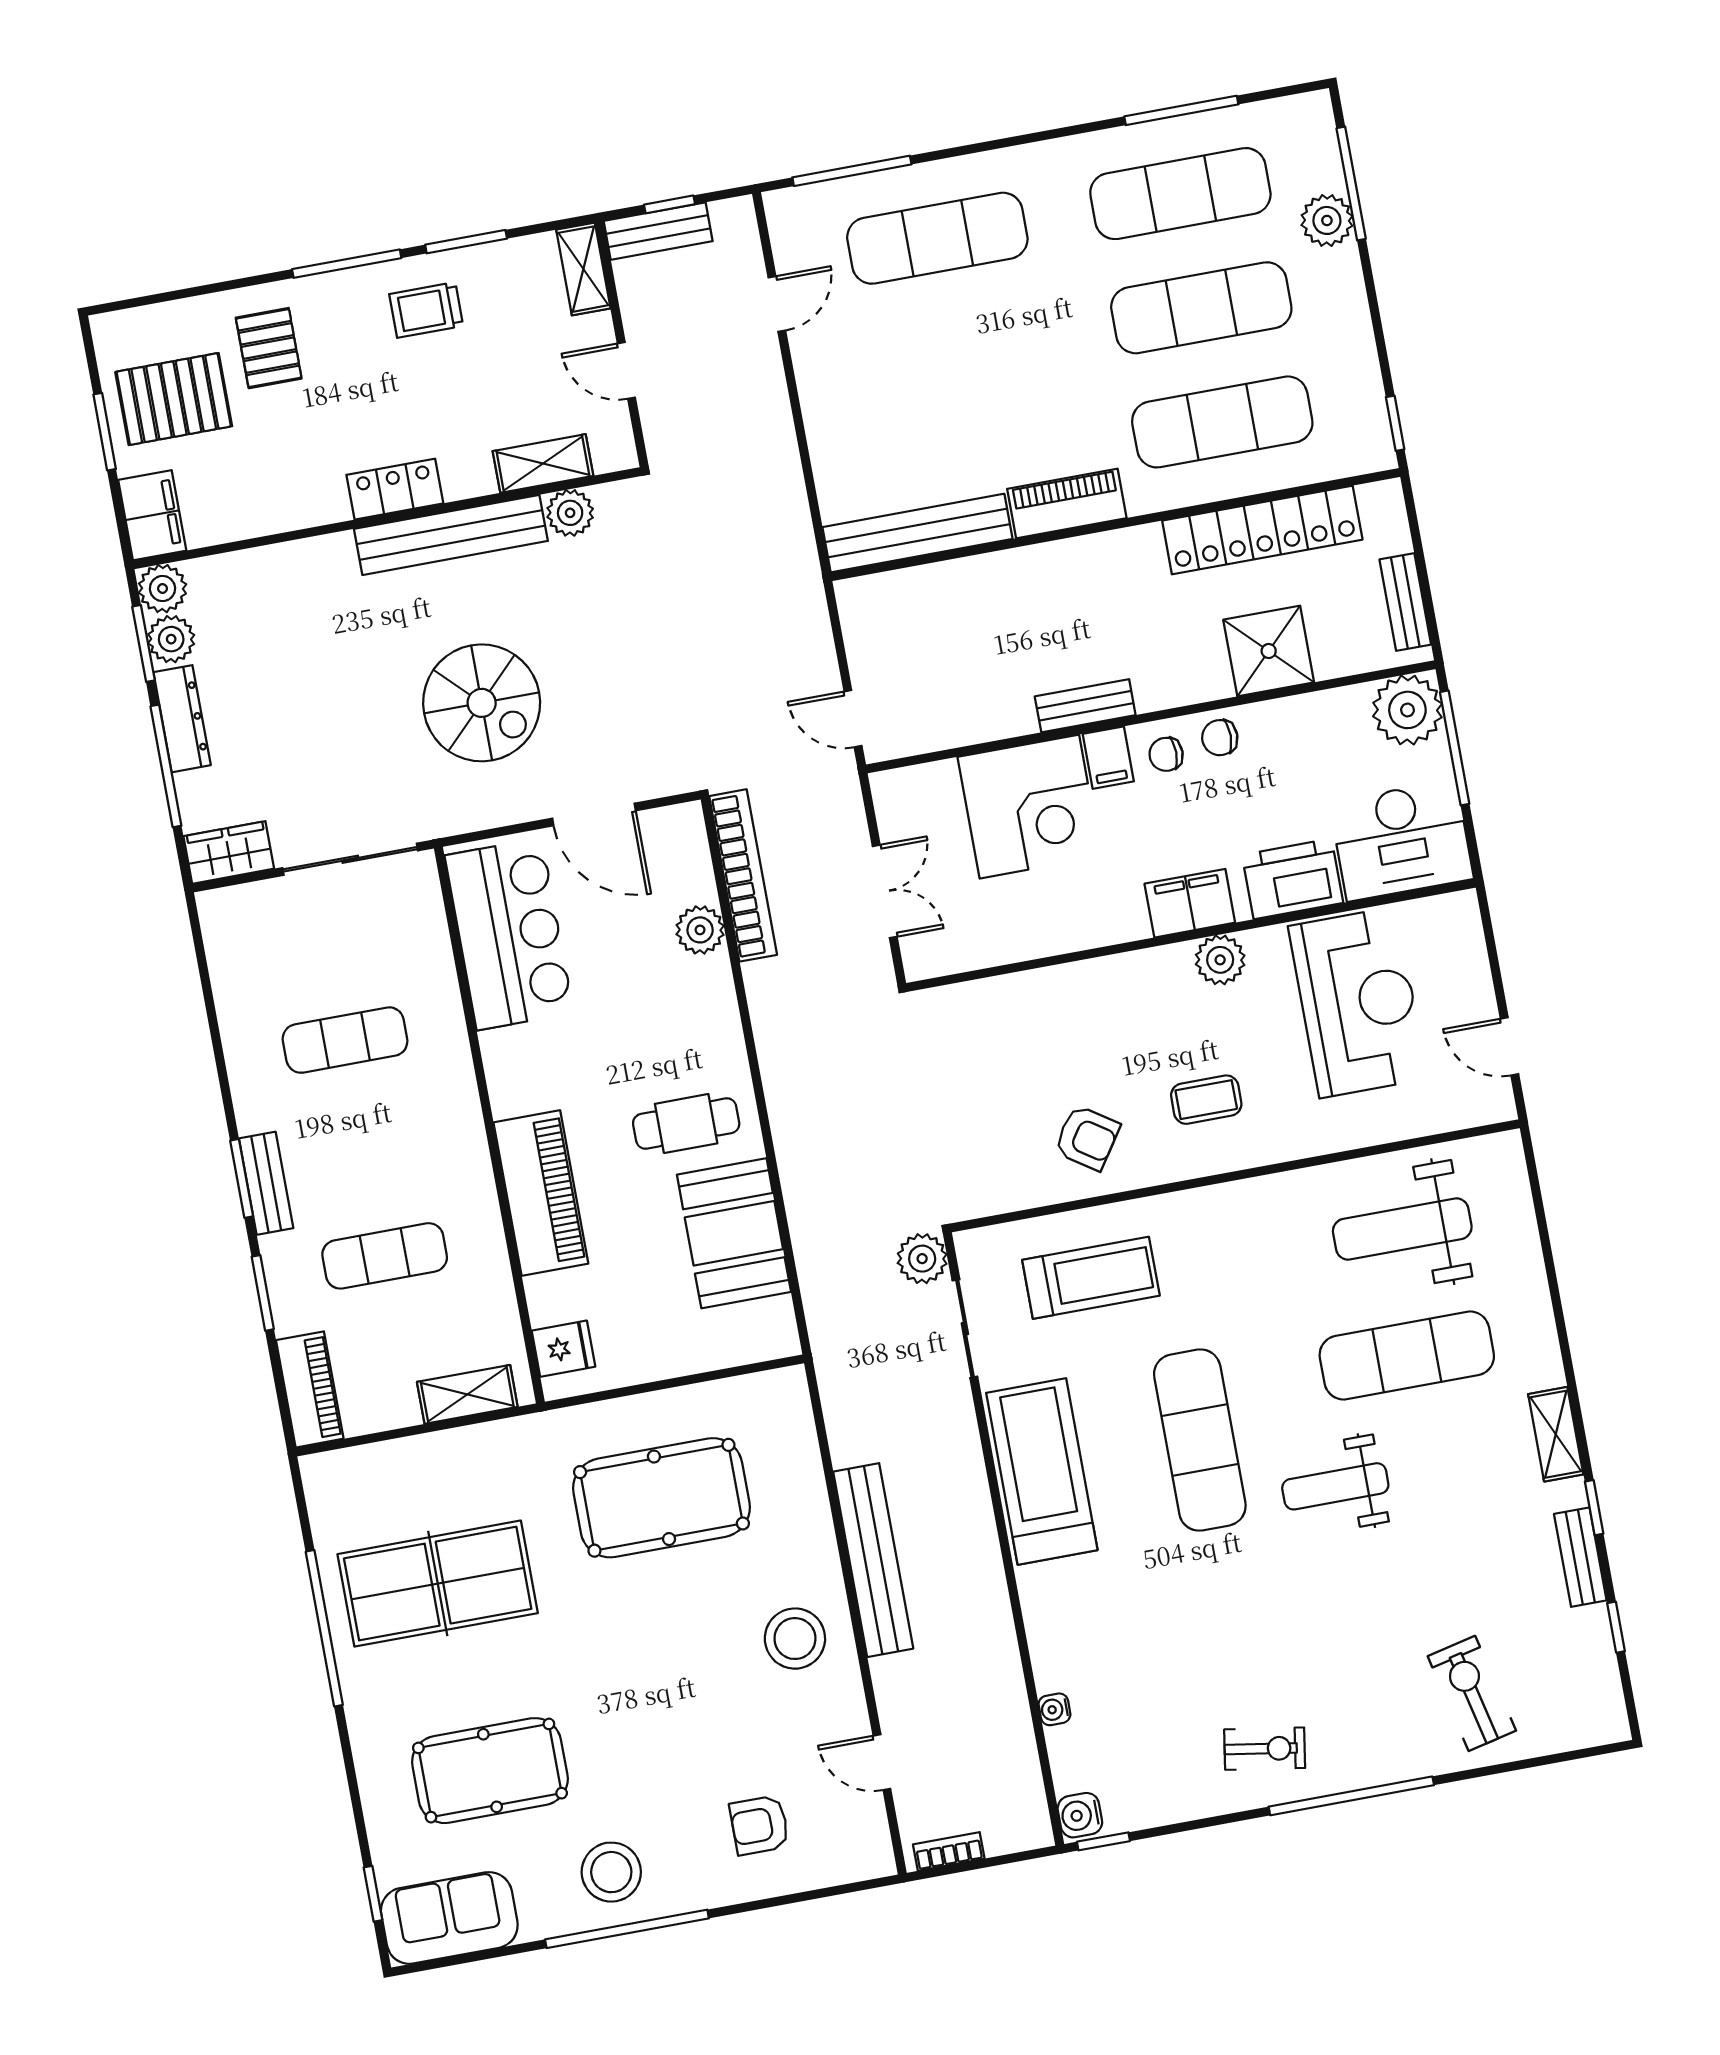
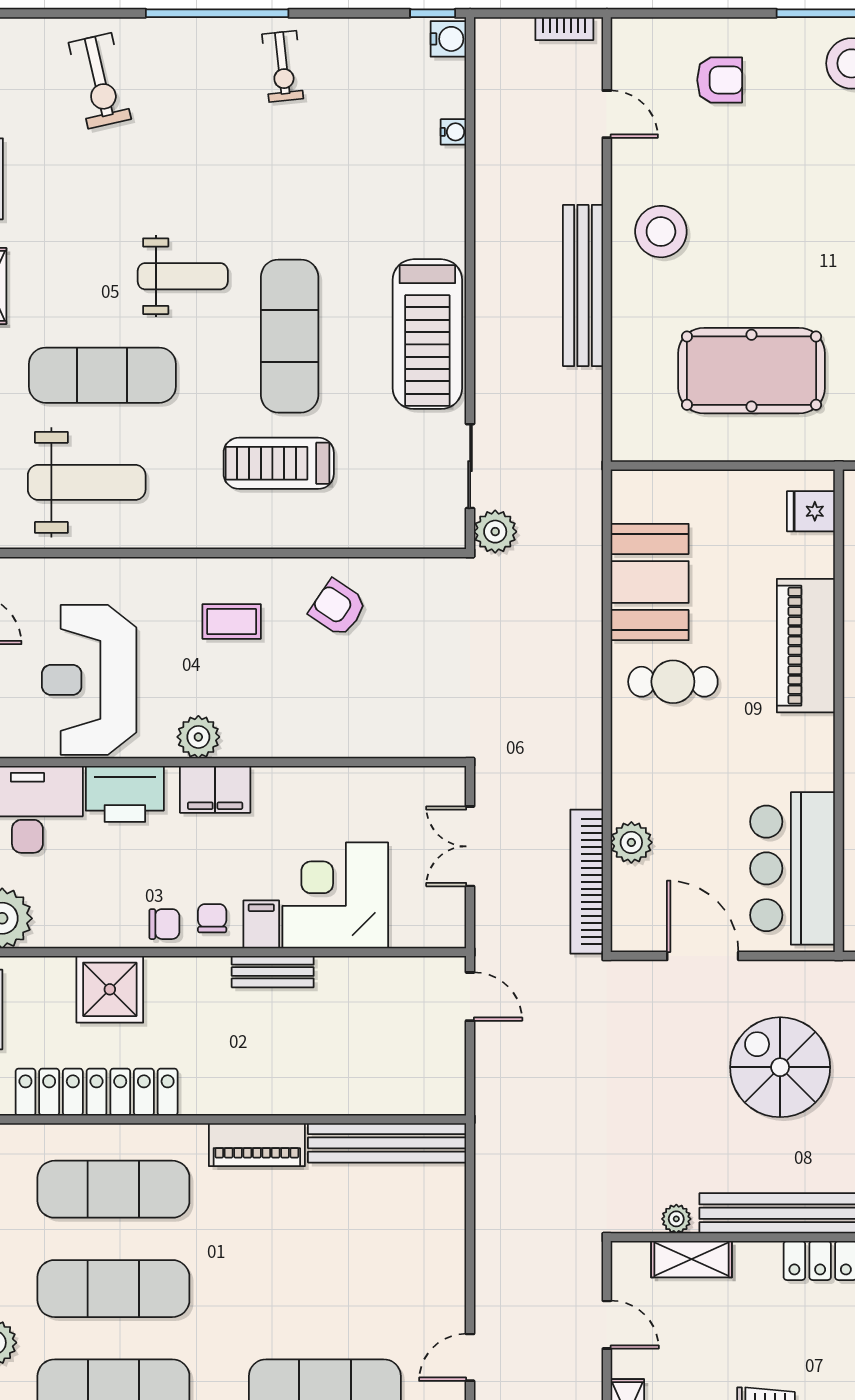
plant: (570, 513) -> (676, 1219), width x0.73, depth x0.73
chair: (1166, 754) -> (212, 918), turned -90
treadmill: (1091, 1278) -> (279, 463), moved
exercise bike: (1265, 1749) -> (283, 66), turned -105

